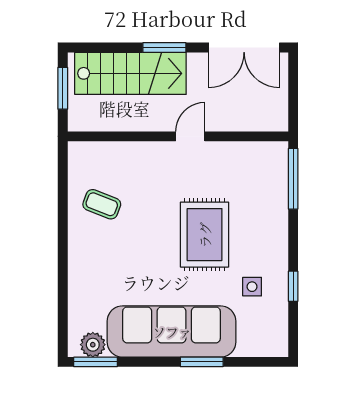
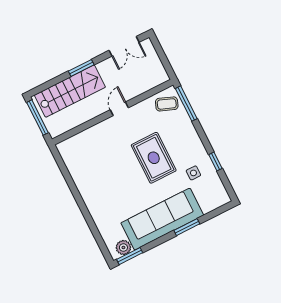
double door: (244, 48) -> (124, 46), width x0.73
window: (63, 88) -> (38, 118), width x1.44
coffee table: (102, 204) -> (167, 104), moved

